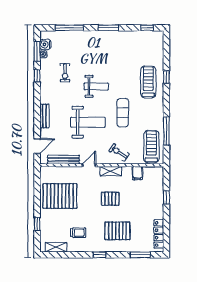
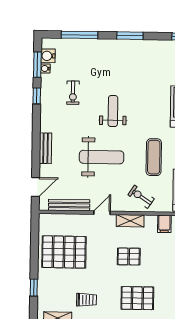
weight bench: (96, 86) -> (113, 111), turned -90
exercise mat: (123, 113) -> (154, 157), moved

